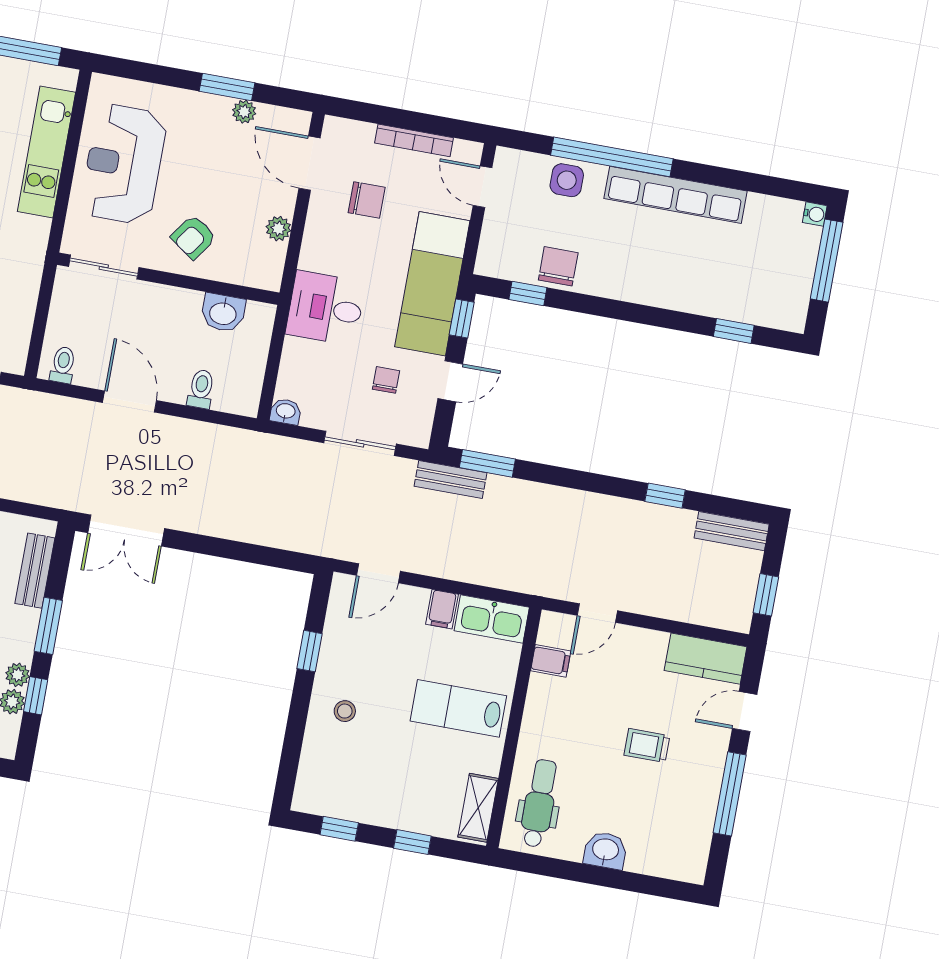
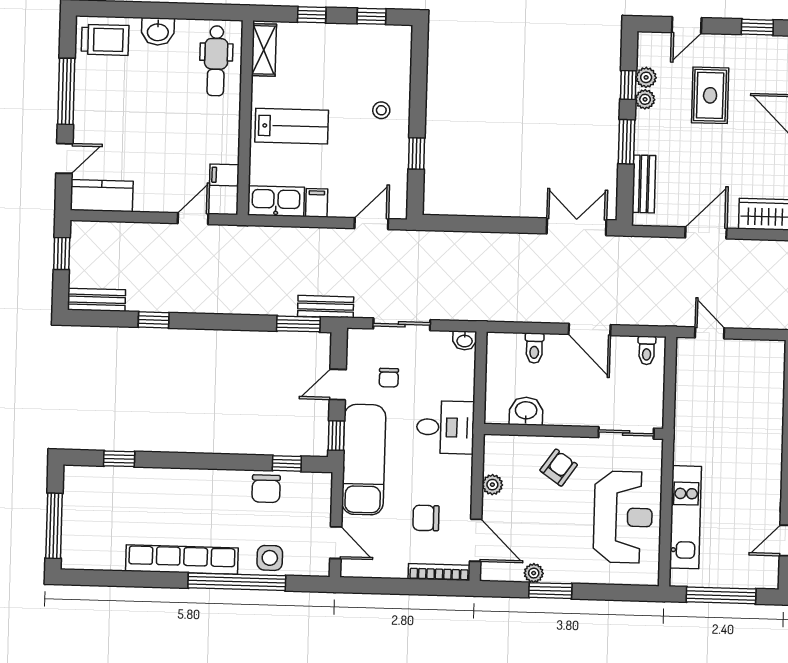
bookcase: (414, 140) -> (439, 572), moved
water cooler: (815, 214) -> (69, 561), removed
trolley: (647, 745) -> (105, 40), moved, width x1.36, depth x1.39

